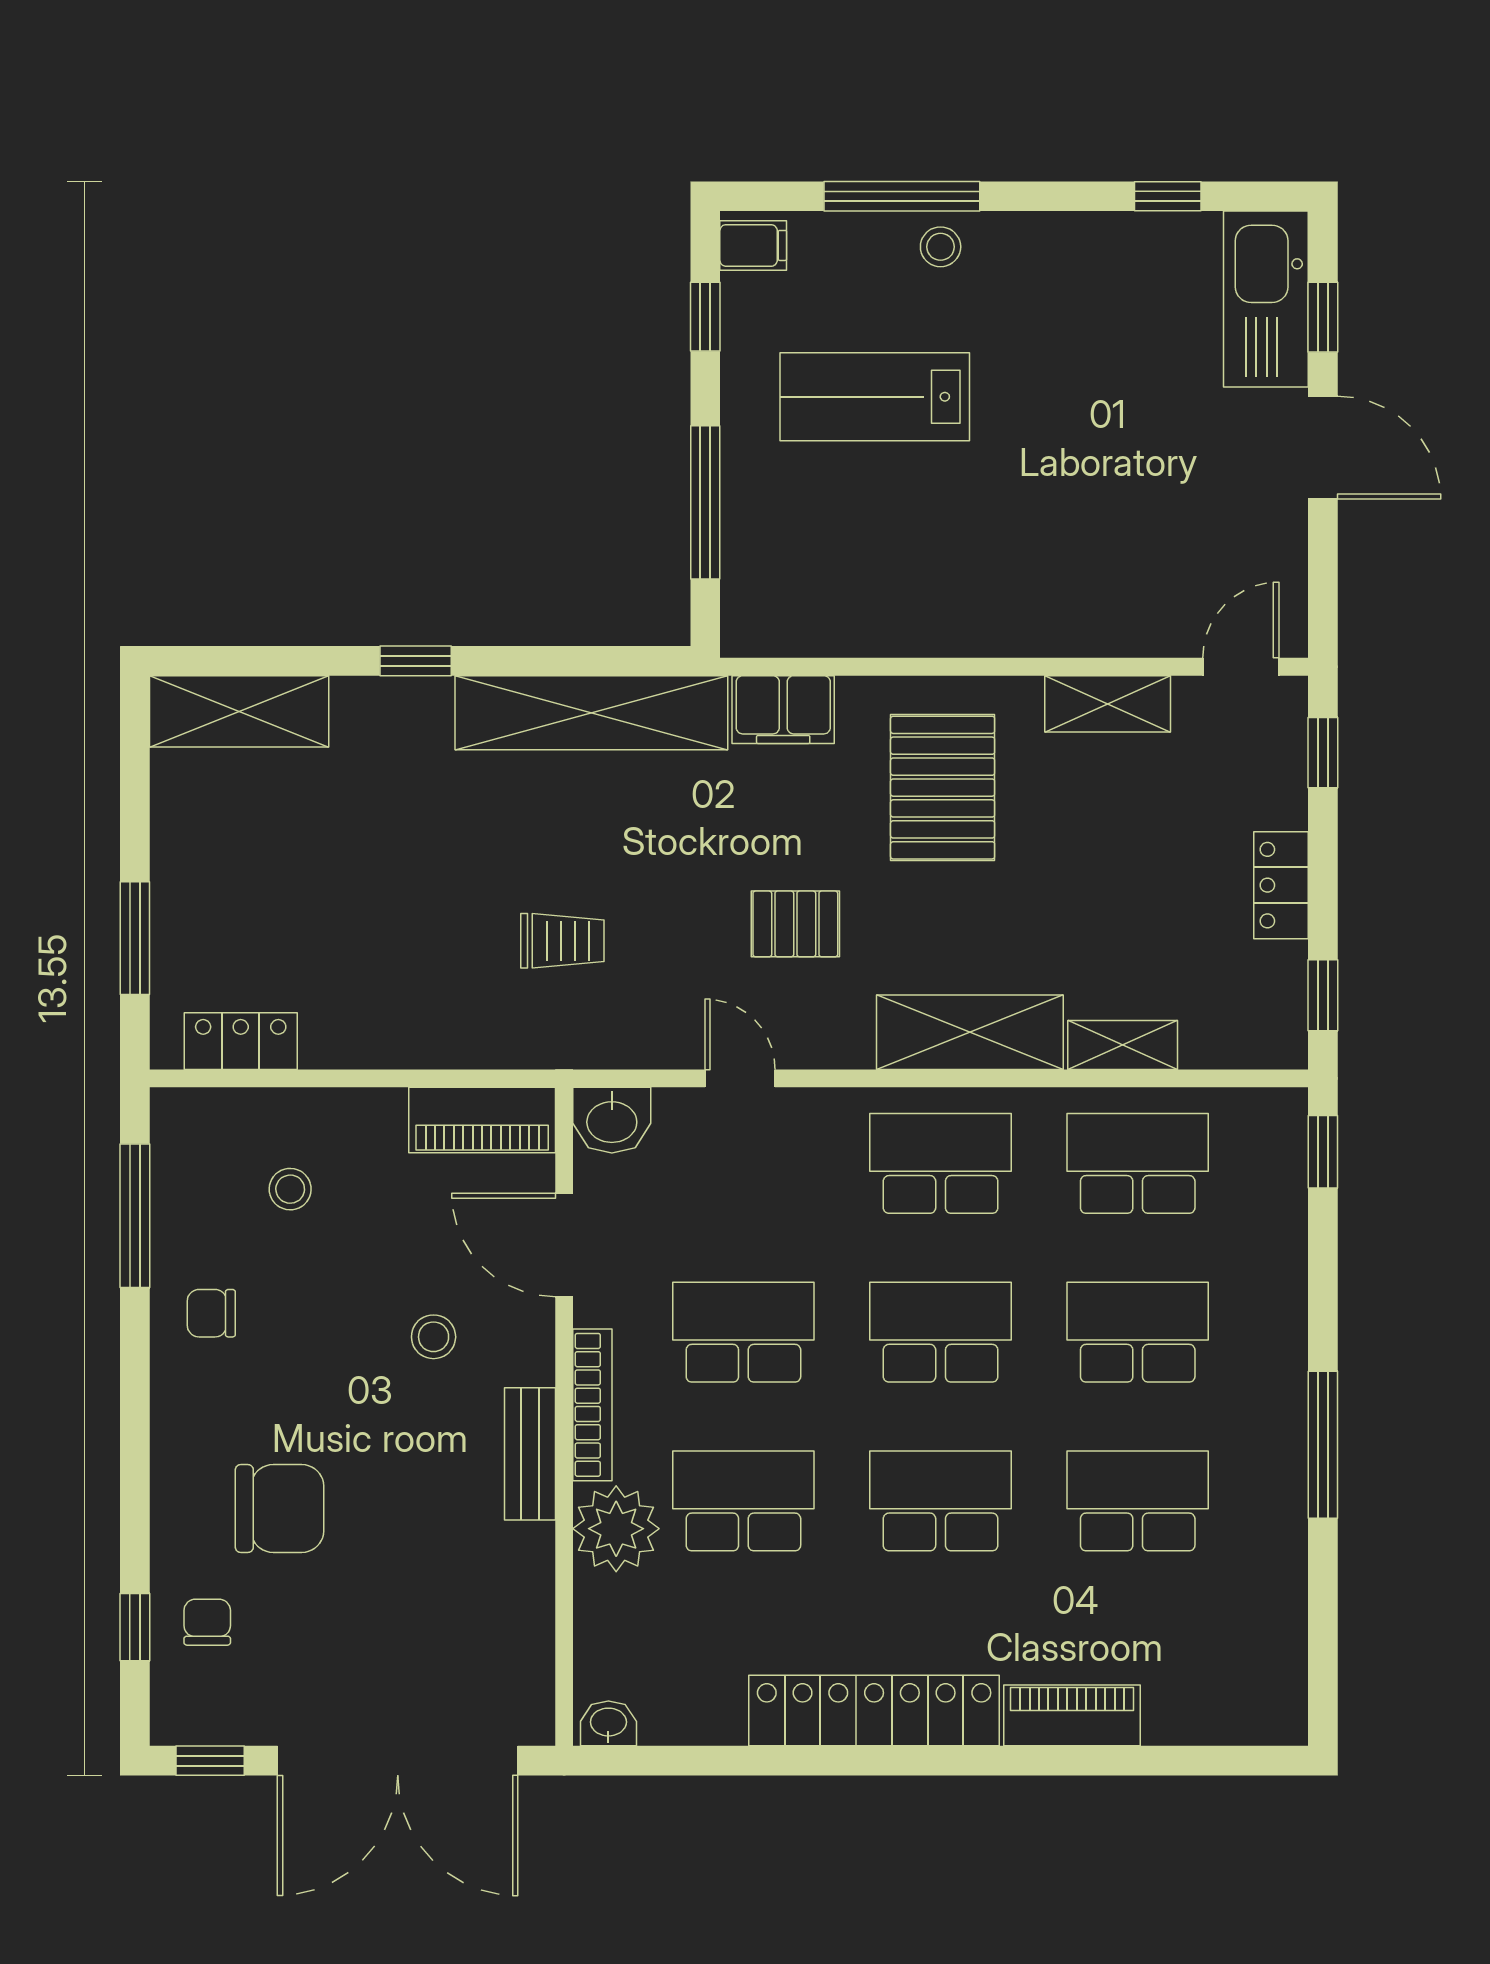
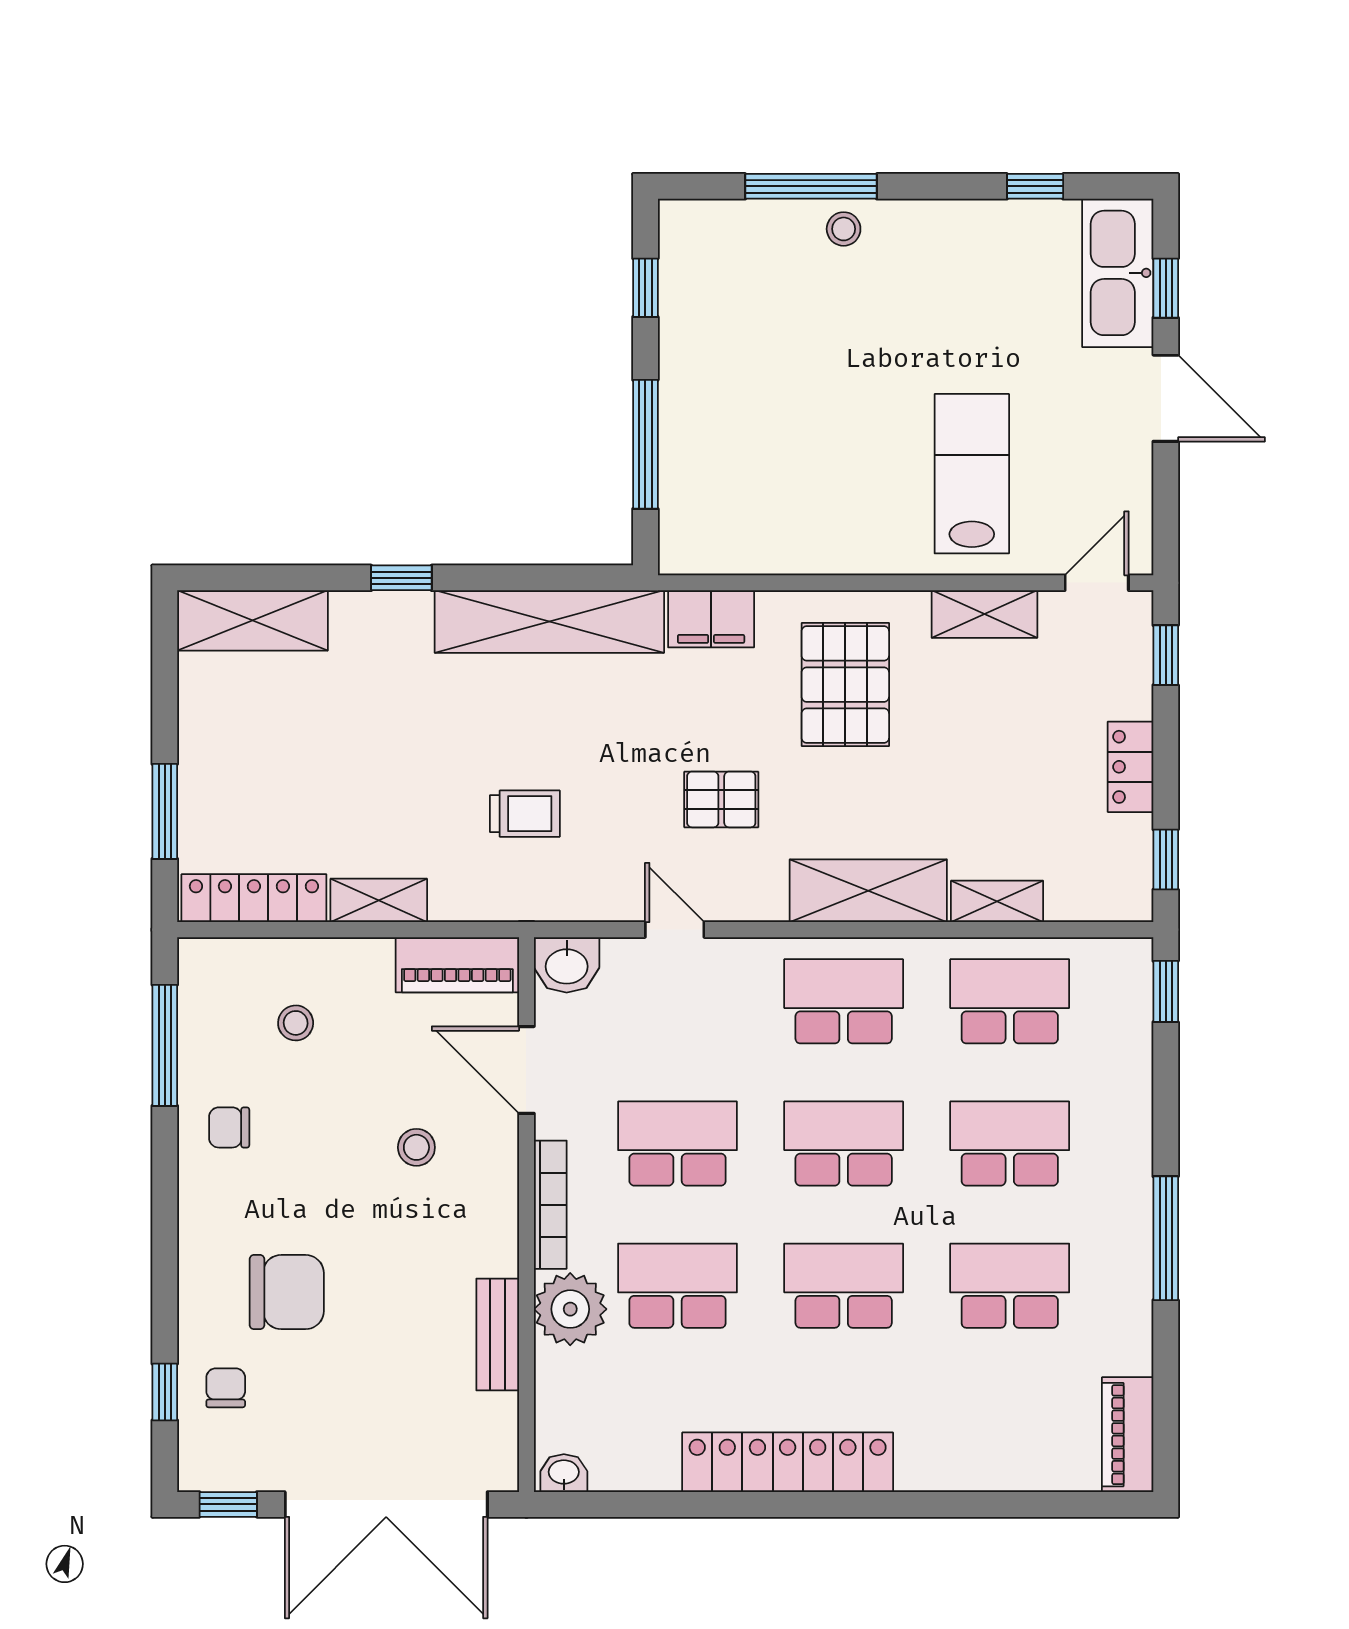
filing cabinet: (753, 245) -> (686, 228), removed
lab bench: (875, 397) -> (972, 474), moved, turned 90
locker: (241, 1041) -> (254, 898), width x1.53
shelving: (389, 1044) -> (379, 900), added
bench: (530, 1454) -> (498, 1335), moved
piano: (1072, 1715) -> (1128, 1435), moved, turned -90

